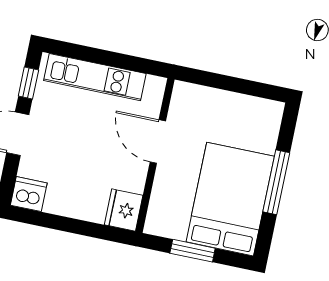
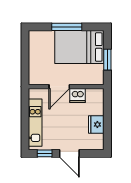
dishwasher: (29, 194) -> (78, 95), moved, turned -90
fridge: (124, 210) -> (96, 124), moved, turned 90

